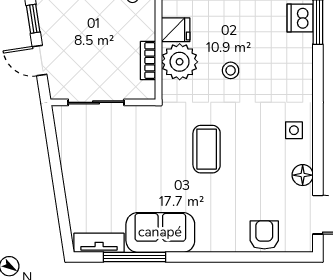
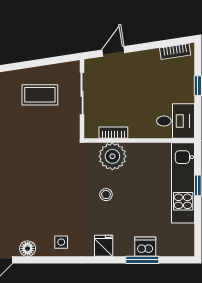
window: (33, 19) -> (145, 47), removed
fridge: (176, 30) -> (104, 246), moved, turned 180
coffee table: (207, 149) -> (40, 95), moved

